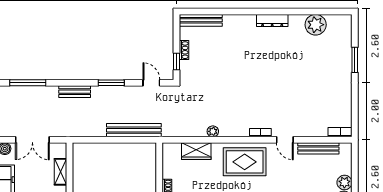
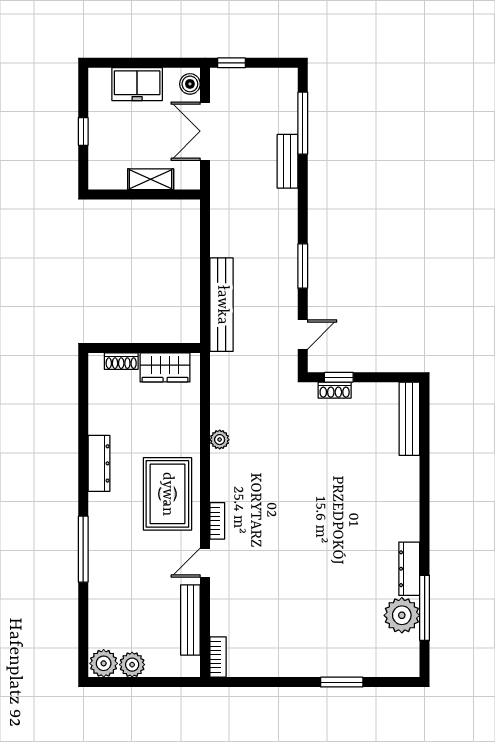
window: (311, 11) -> (425, 608), added
dresser: (272, 20) -> (409, 569), moved
shoe rack: (184, 50) -> (335, 390), moved
bench: (75, 92) -> (287, 161), moved
wardrobe: (196, 151) -> (165, 367), moved, turned -90

